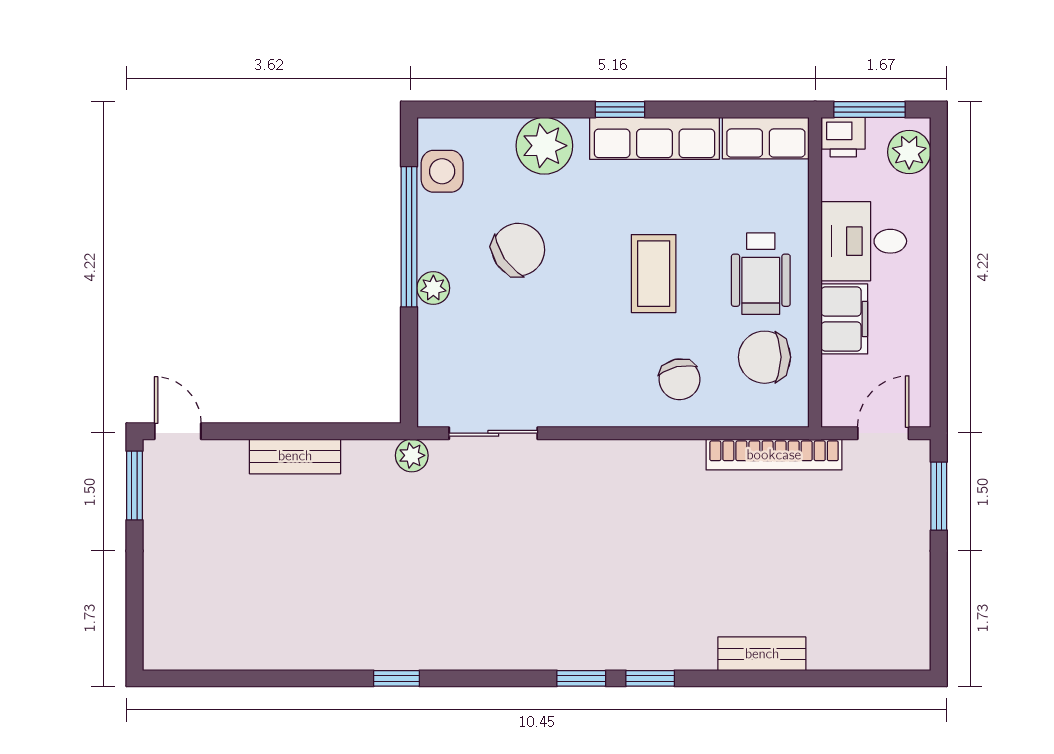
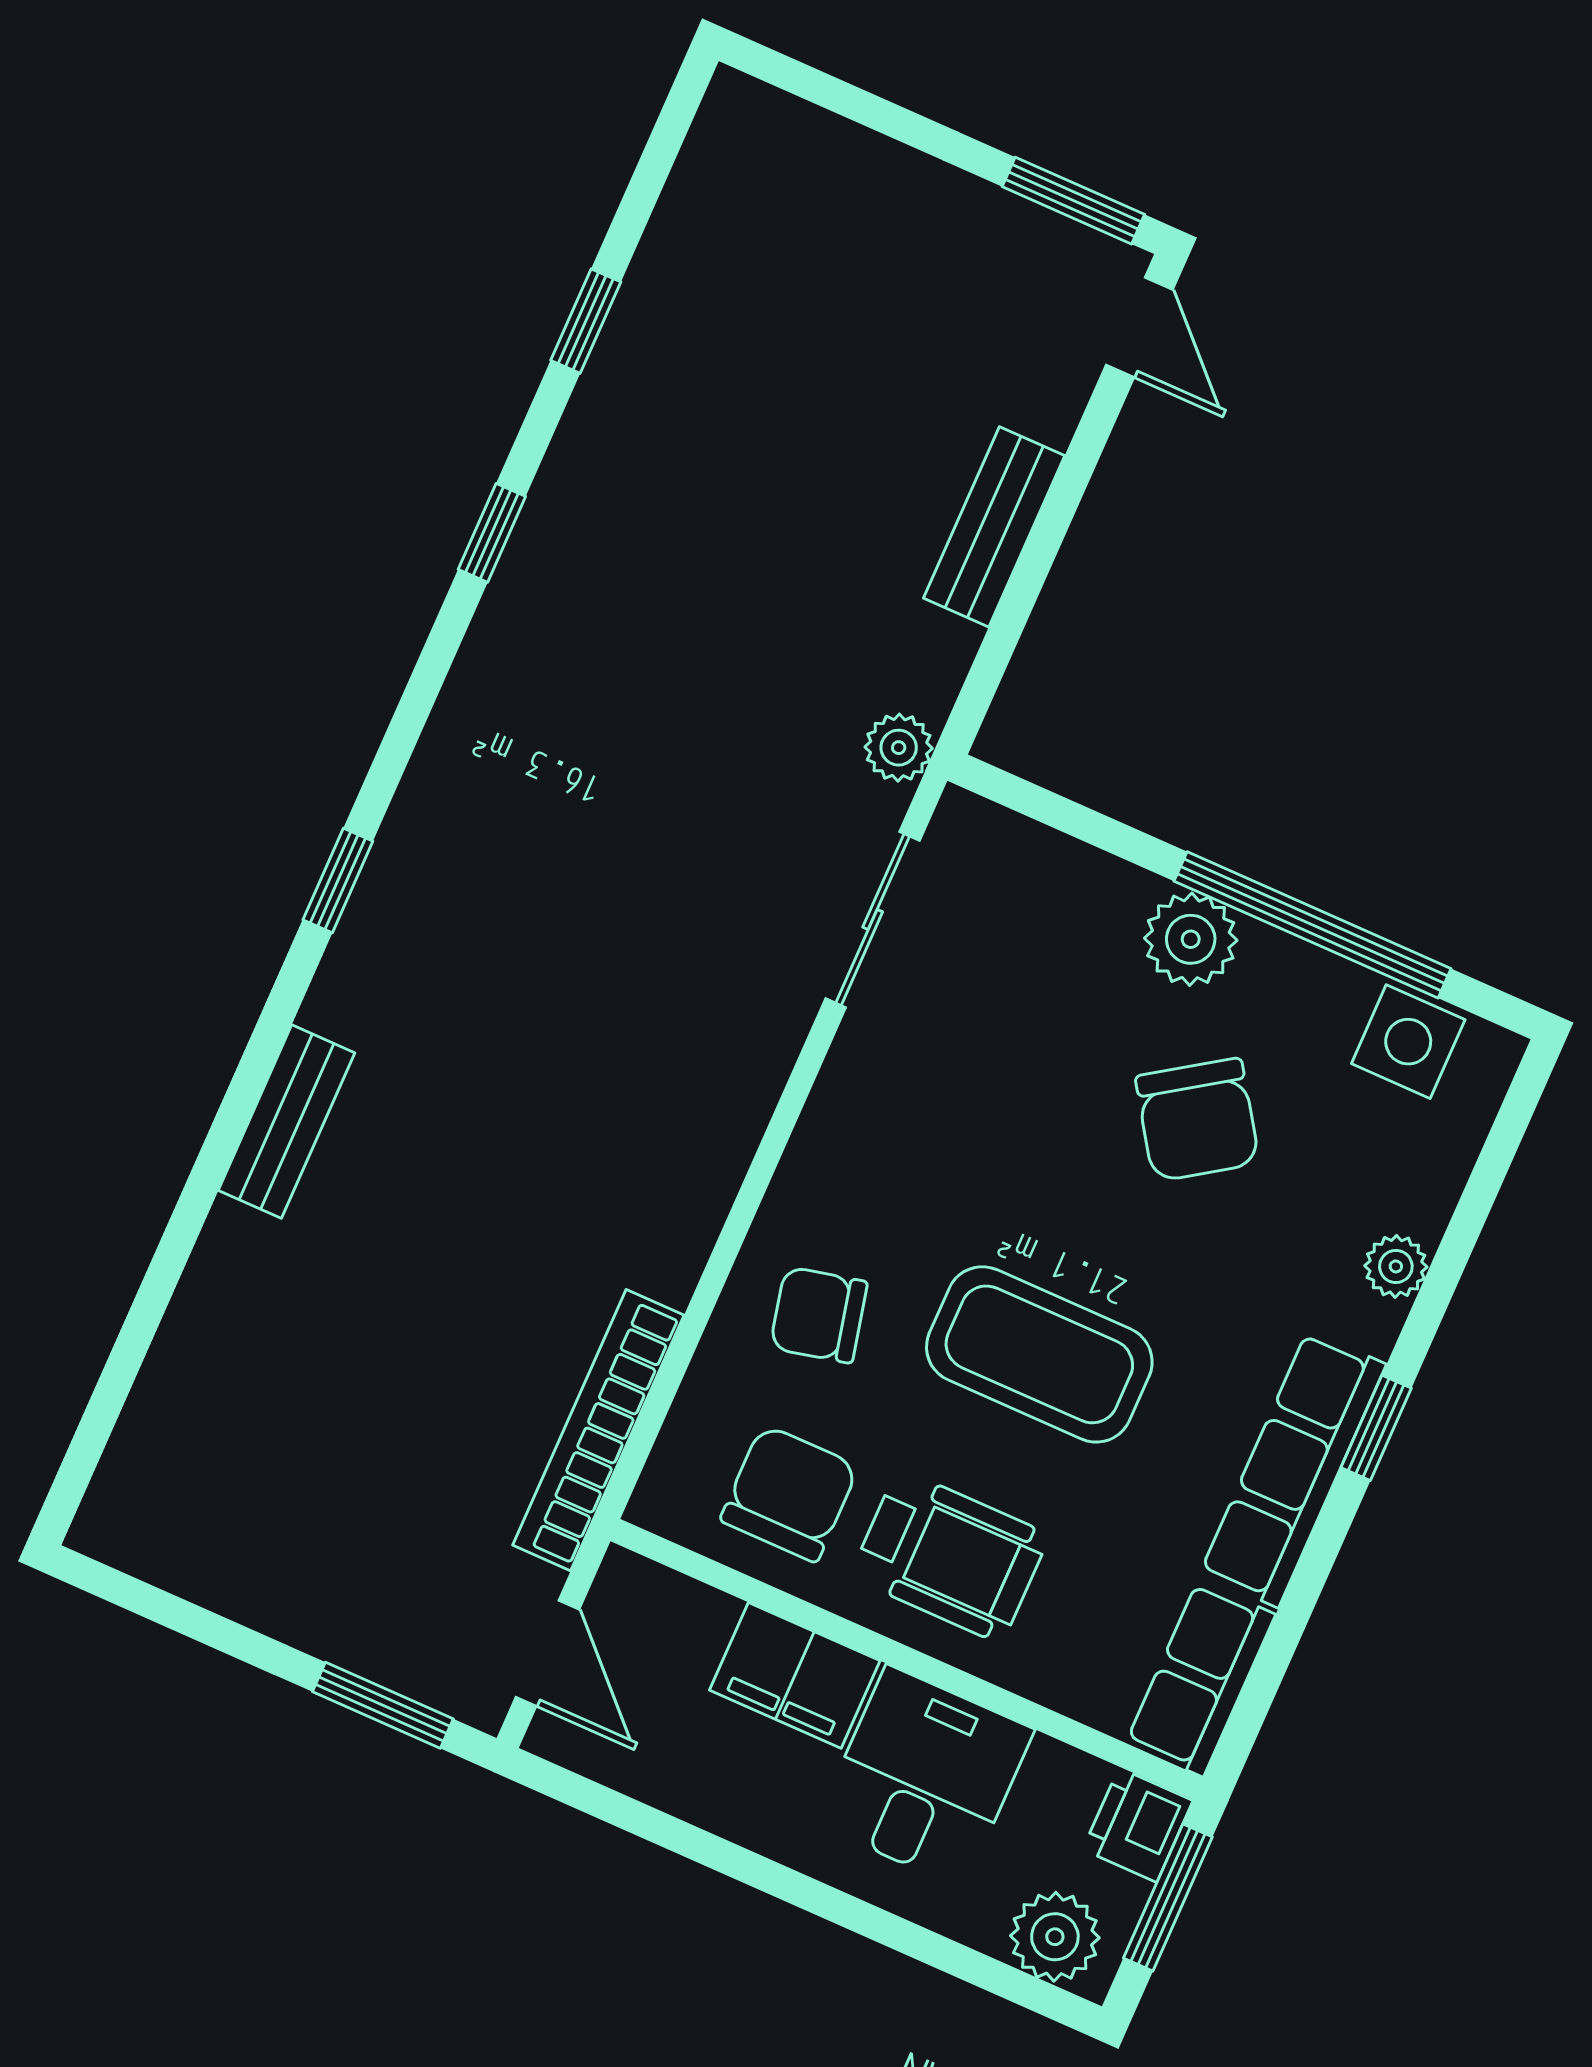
plant: (544, 146) -> (1396, 1266), width x0.53, depth x0.53
coffee table: (654, 274) -> (1039, 1354), width x1.36, depth x1.32
wheelchair: (761, 274) -> (950, 1556), turned 180
plant: (433, 288) -> (1191, 939), width x1.38, depth x1.38
door: (178, 431) -> (1139, 327), hinge flipped
bench: (762, 654) -> (287, 1122), moved
window: (650, 678) -> (586, 321), moved

